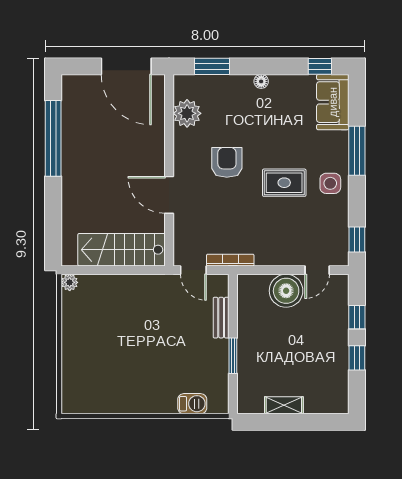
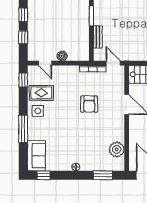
armchair: (227, 162) -> (89, 104), moved
rug: (284, 183) -> (41, 93), moved
door: (317, 270) -> (45, 63), swing flipped
boiler: (286, 291) -> (62, 56), width x0.54, depth x0.54

